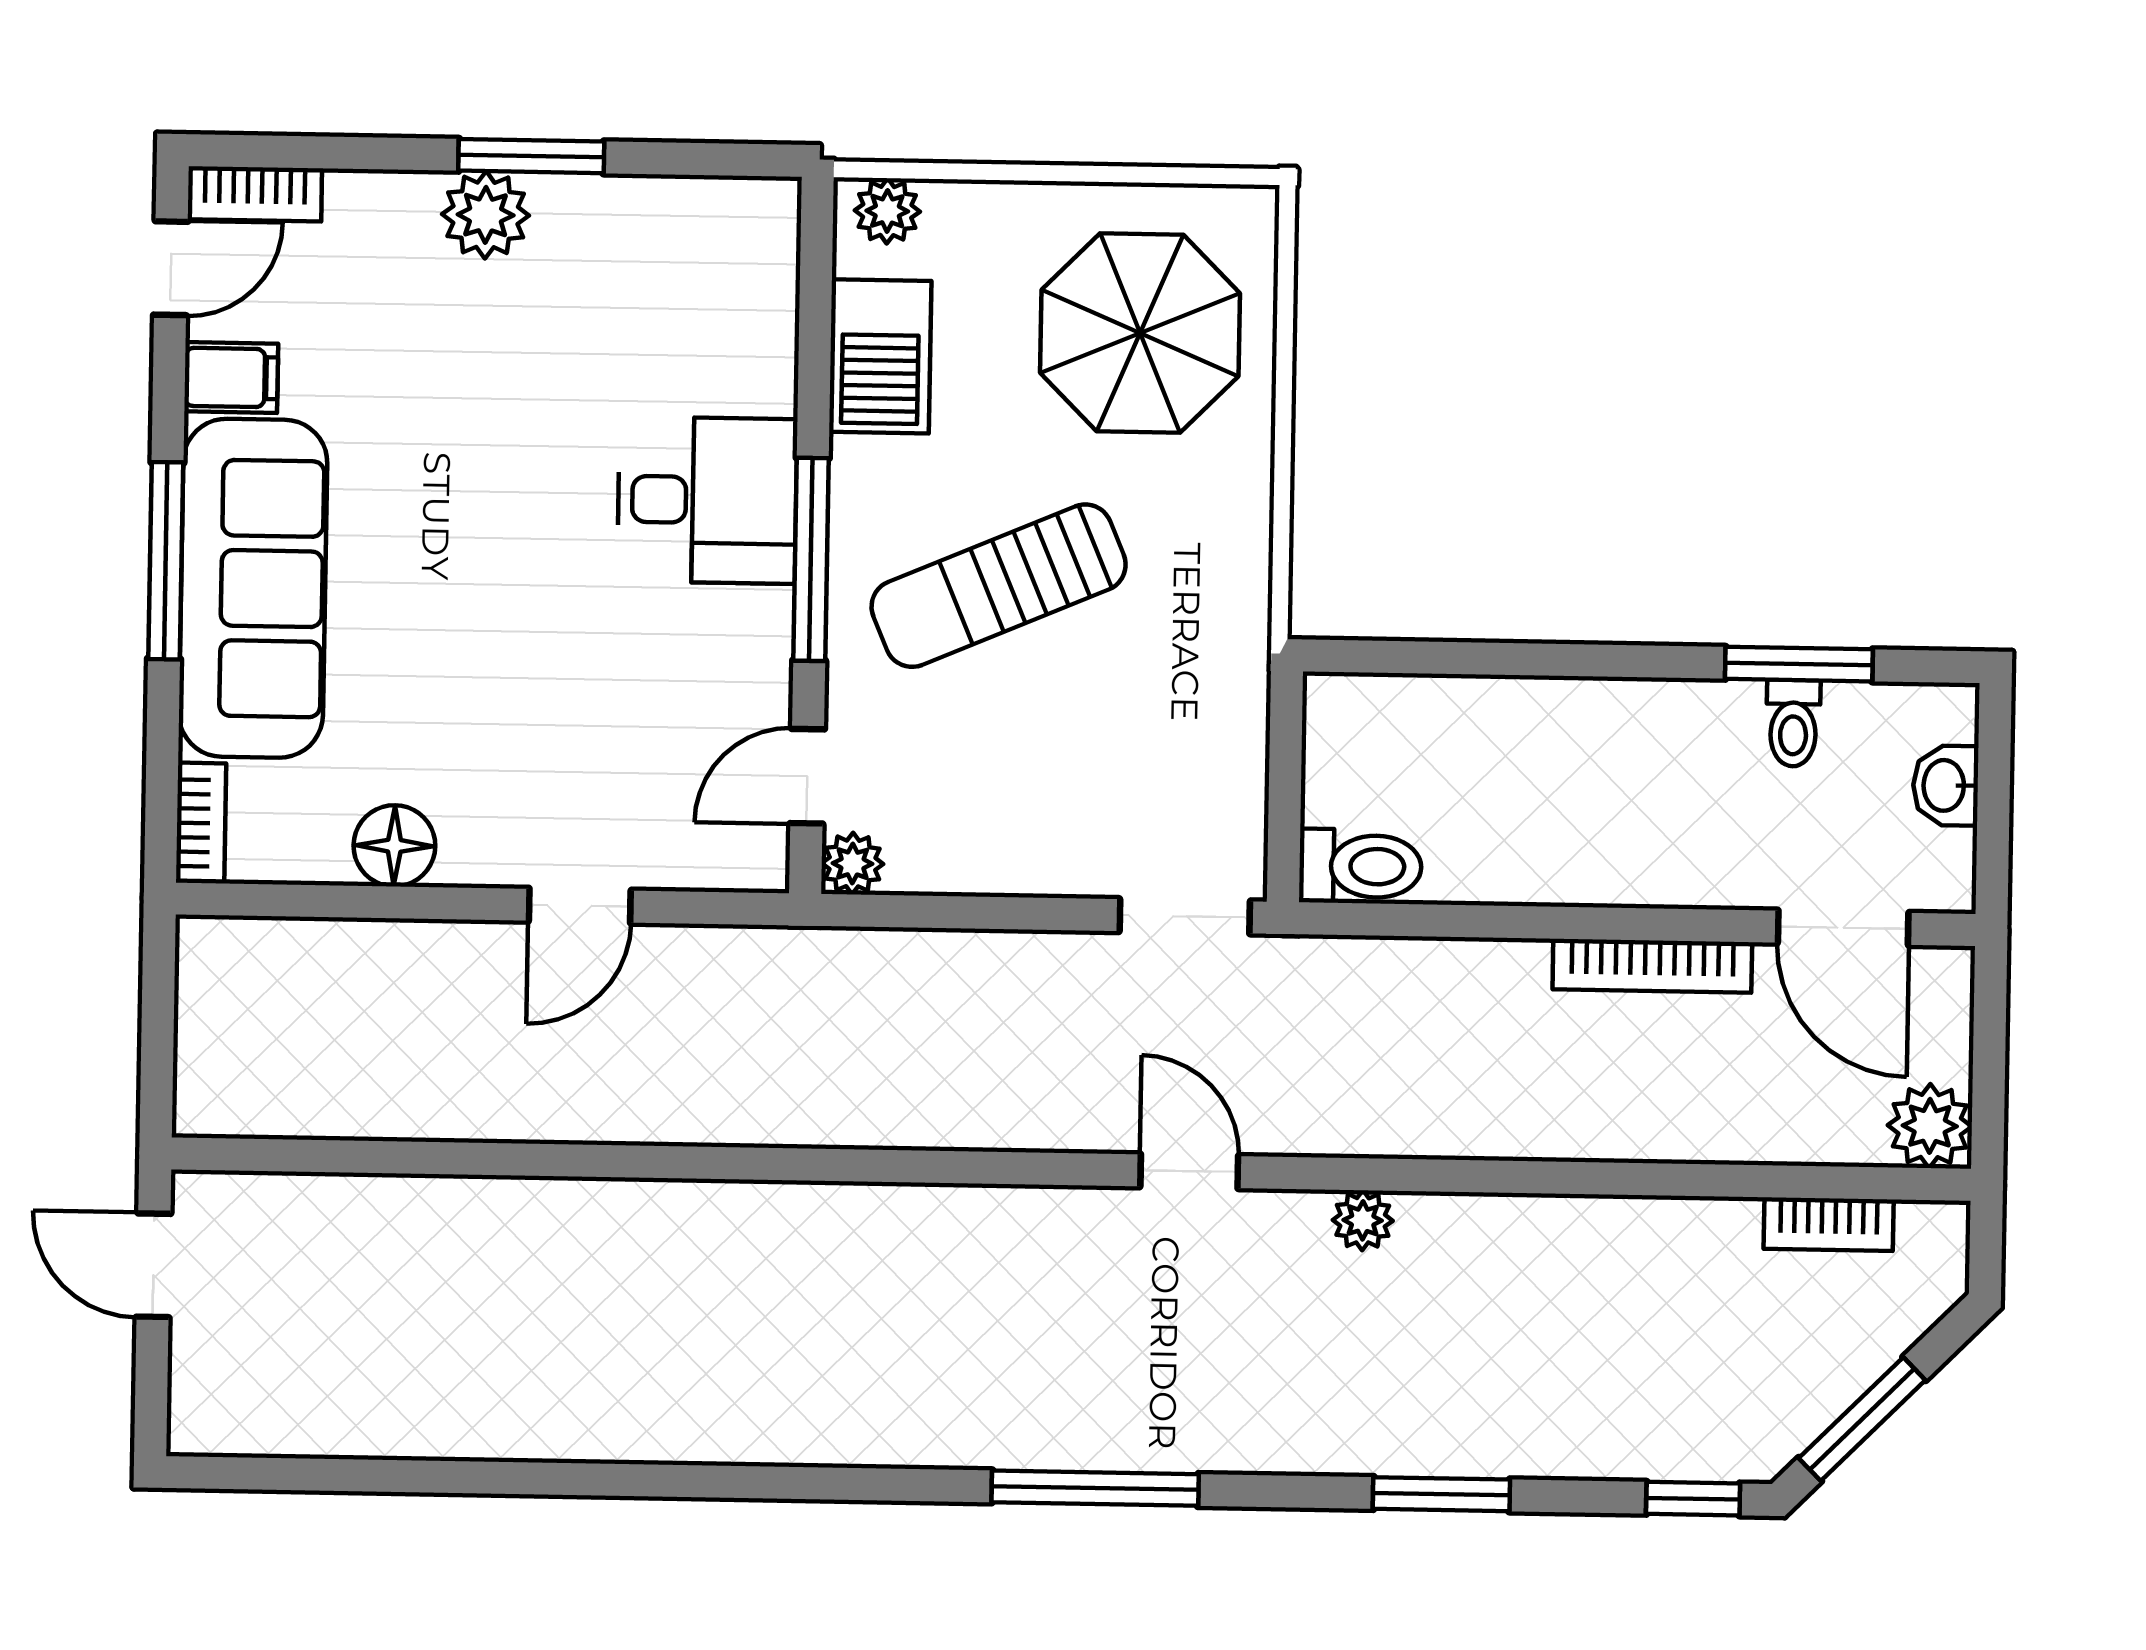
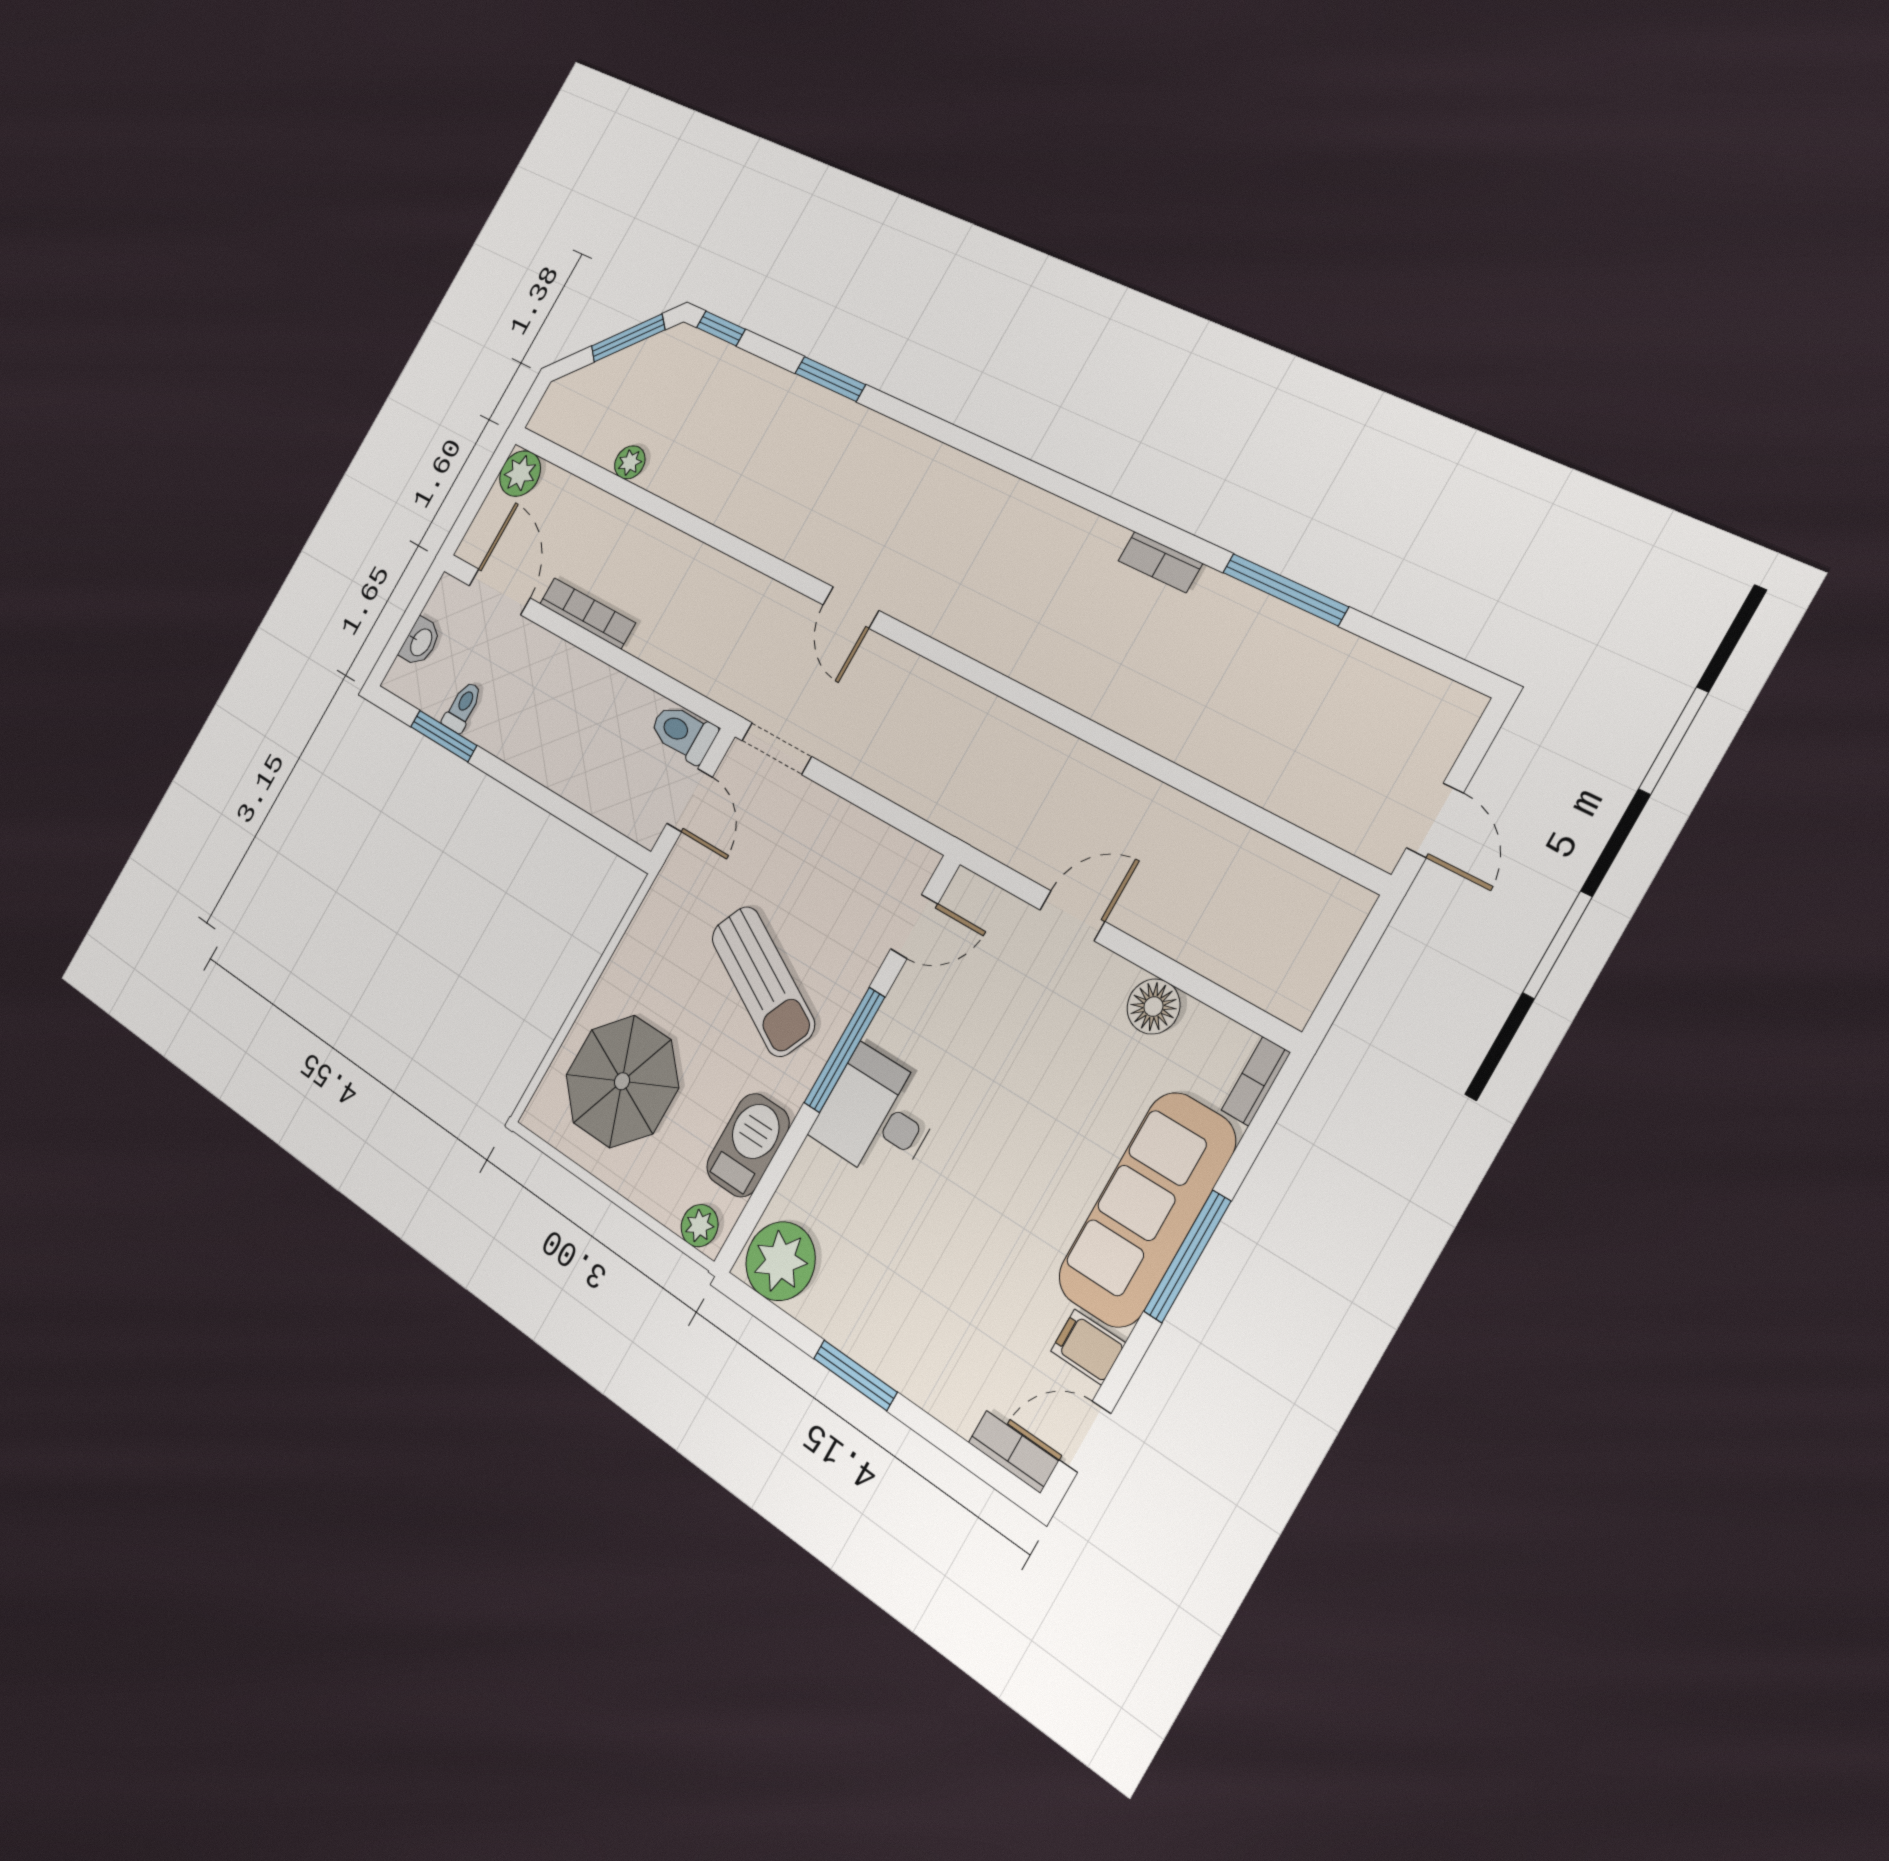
plant: (486, 215) -> (780, 1261), moved, width x1.36, depth x1.36
sun lounger: (999, 586) -> (763, 981), turned 50
door: (1285, 776) -> (690, 800), added
plant: (853, 864) -> (919, 864), removed
plant: (1363, 1220) -> (630, 462), moved
bookcase: (1829, 1224) -> (1160, 562), moved, turned 180
window: (1095, 1488) -> (1285, 590), moved

